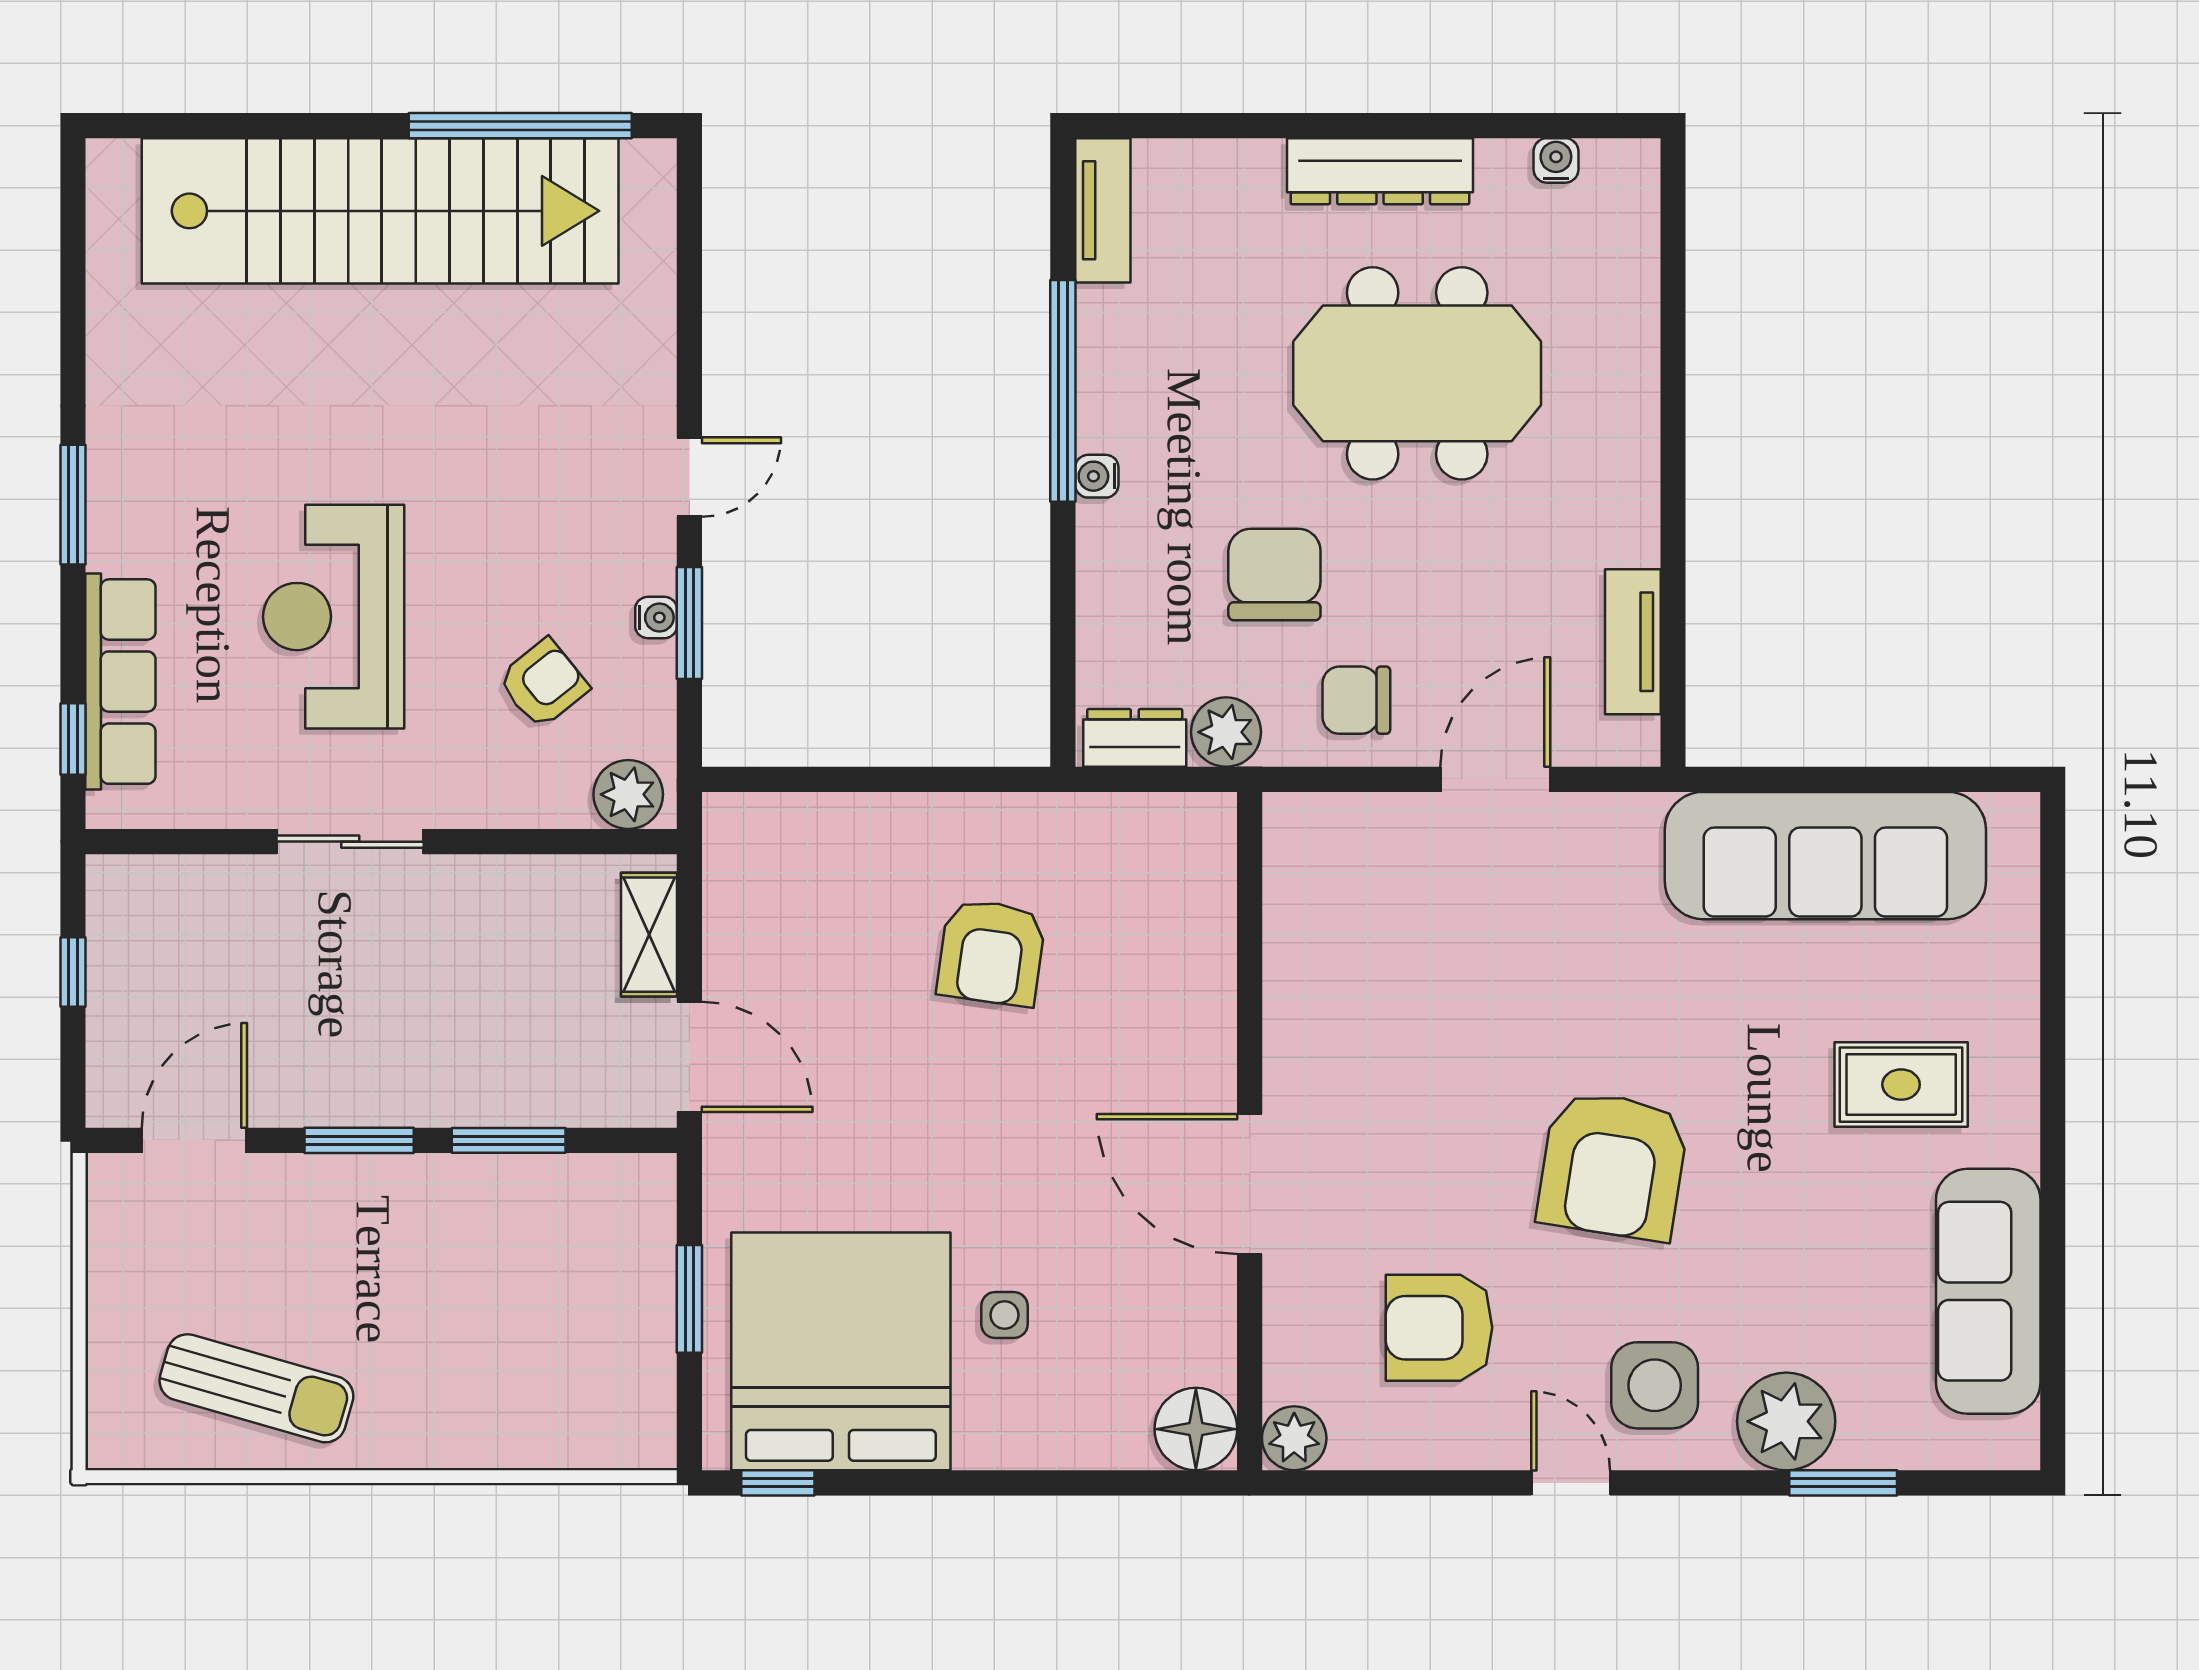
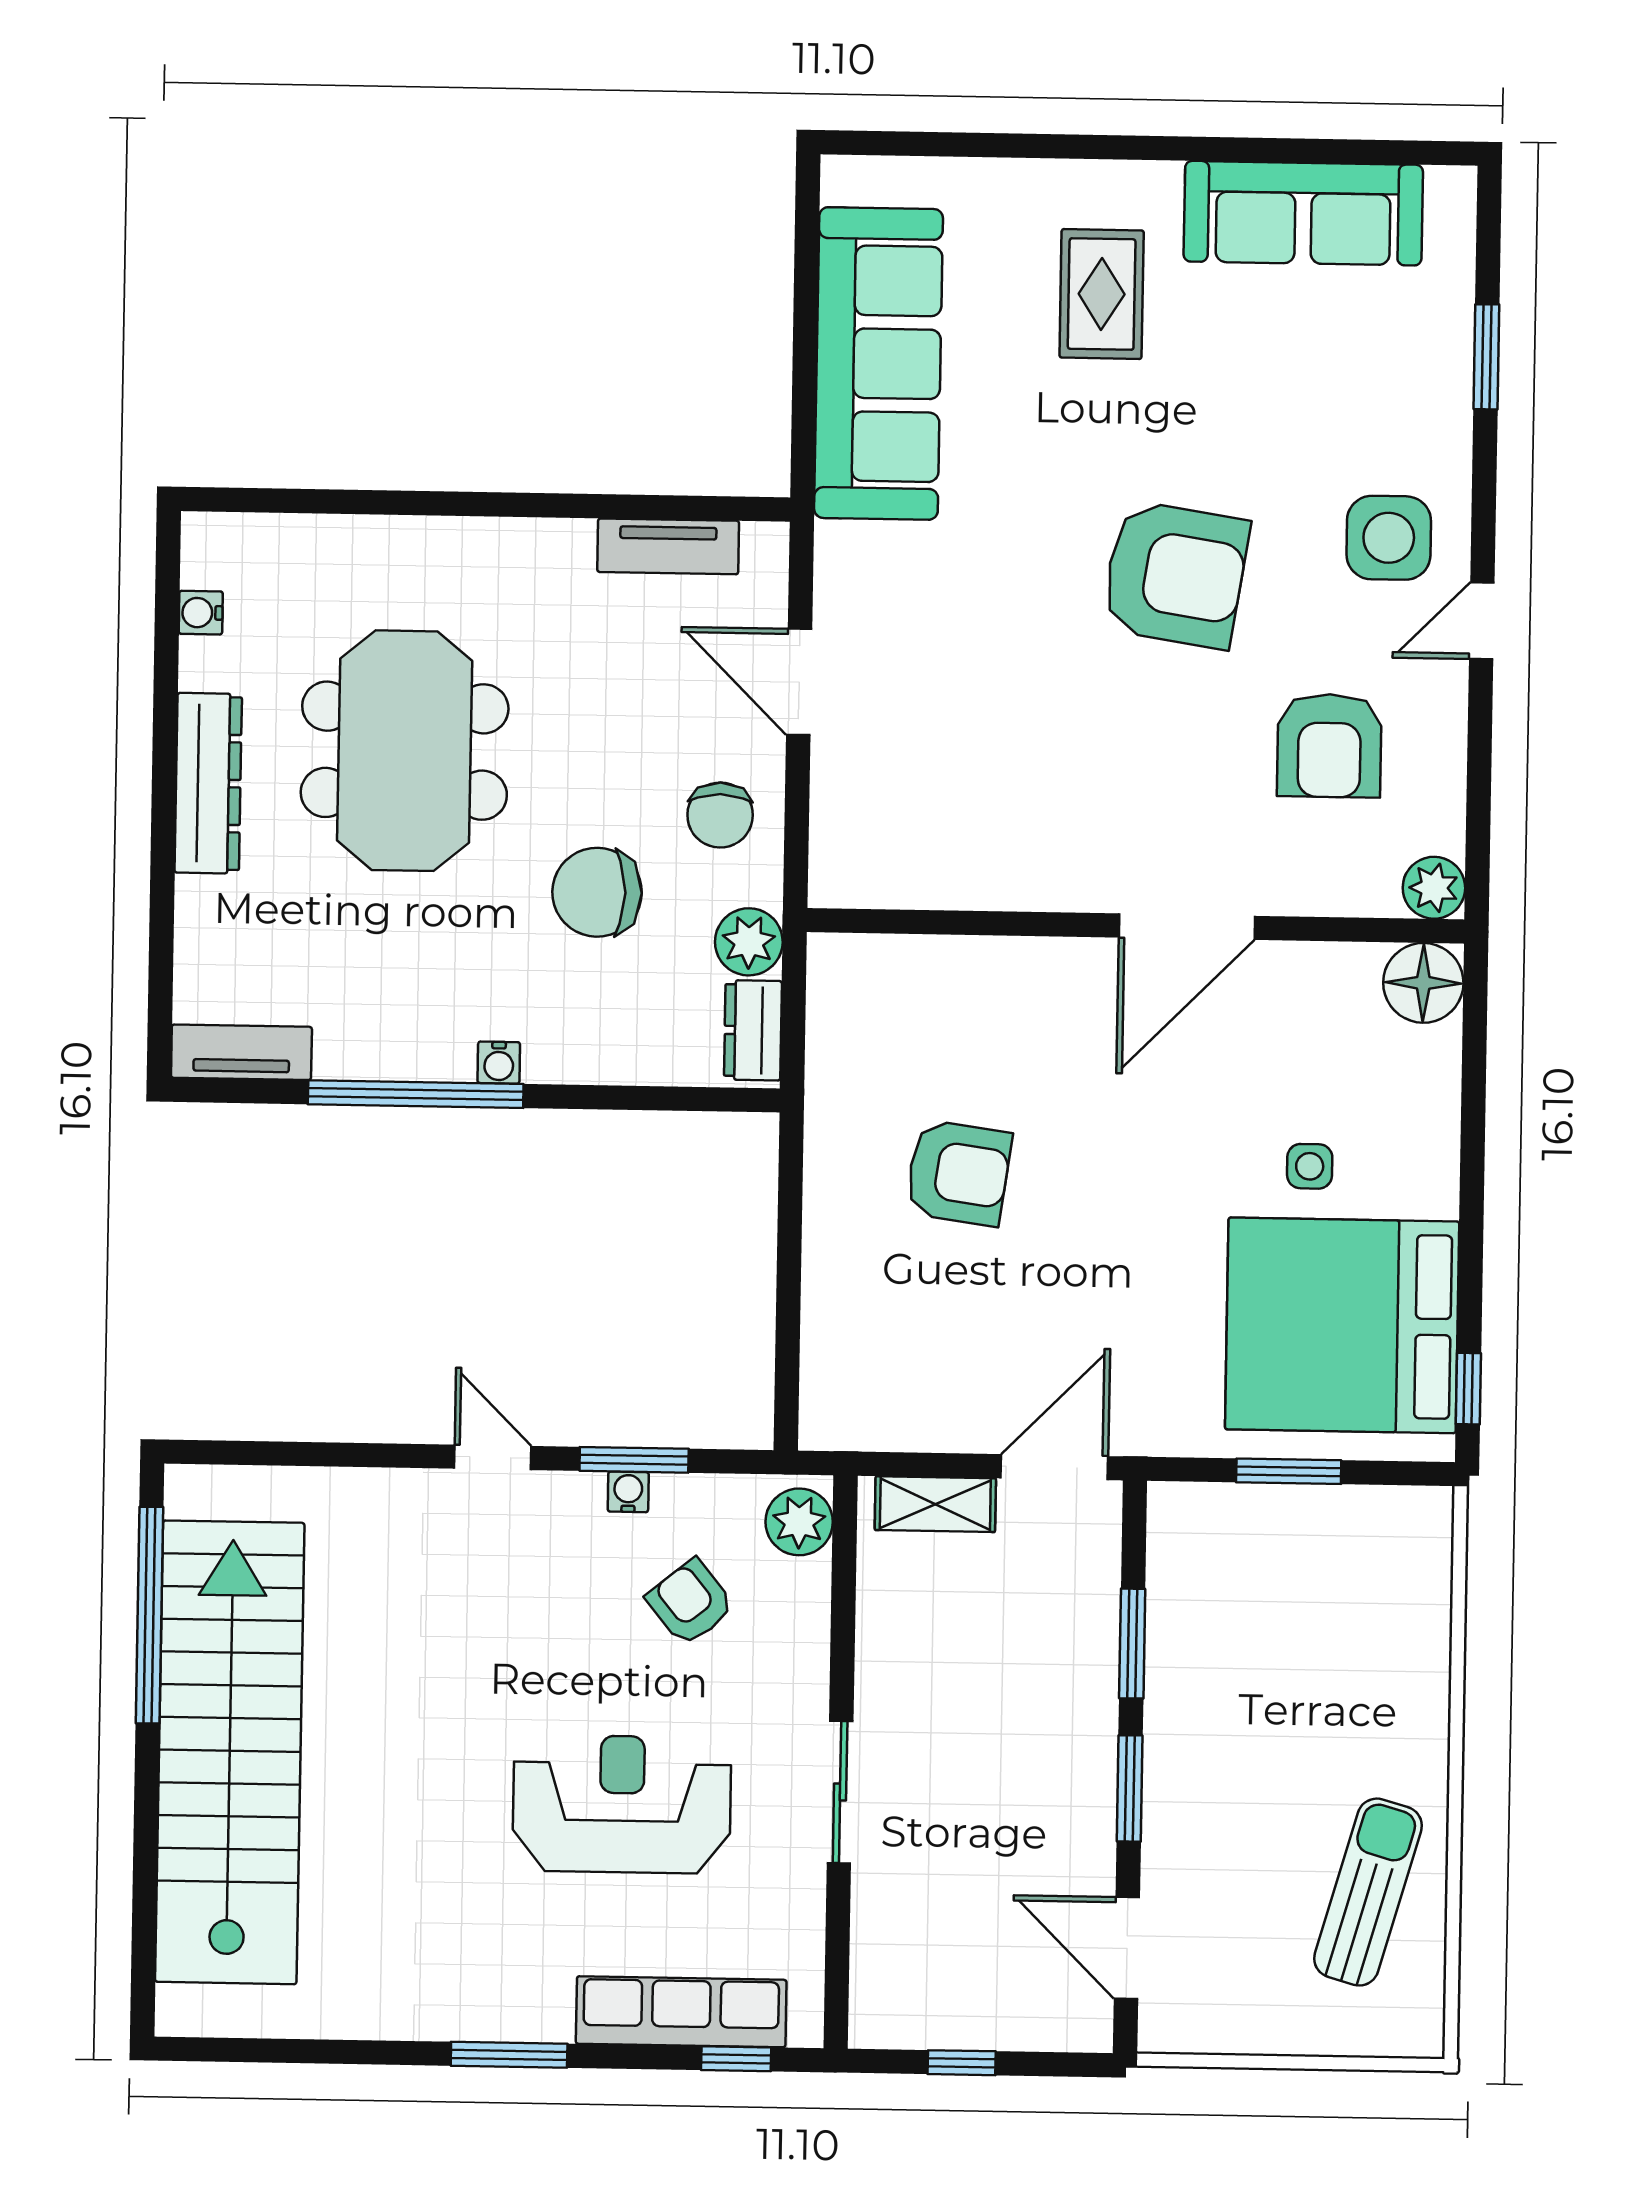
reception desk: (334, 617) -> (622, 1804), turned 180
plant: (1786, 1421) -> (1426, 411), removed

